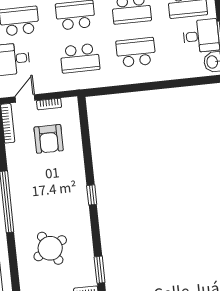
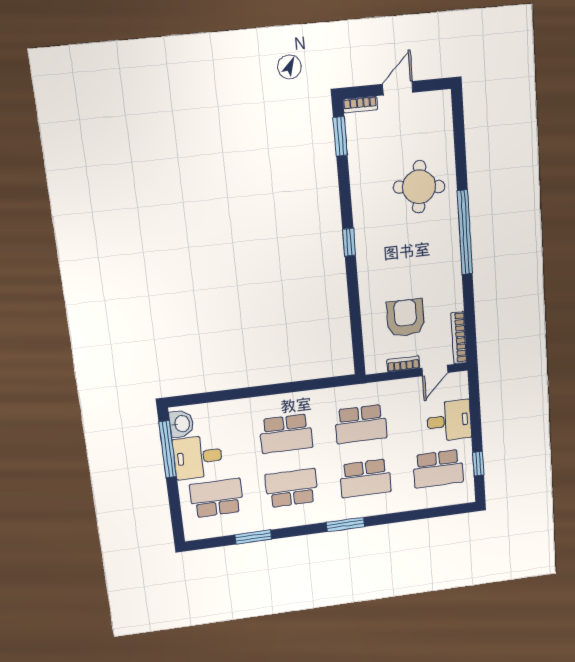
school desk: (80, 58) -> (361, 424), turned 180
round table: (50, 248) -> (419, 187), moved, turned 34

